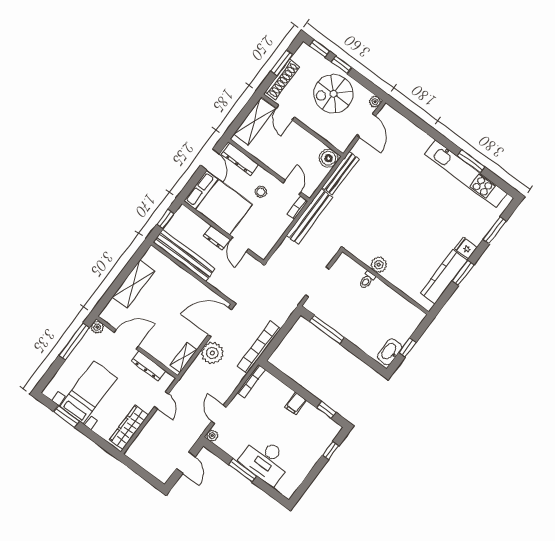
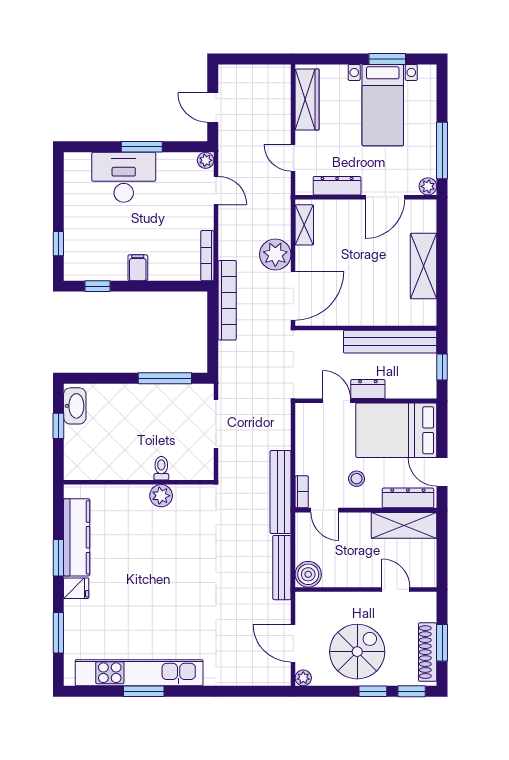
shoe rack: (282, 79) -> (428, 652), moved
shelving: (254, 121) -> (404, 525), moved, turned 90

